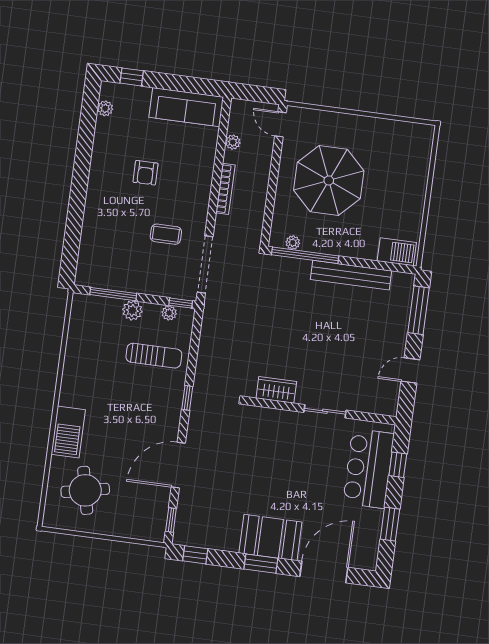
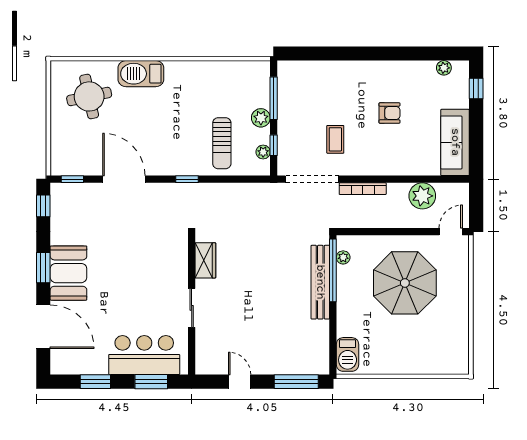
plant: (233, 142) -> (422, 196), width x1.88, depth x1.88
armchair: (145, 173) -> (389, 113), turned 180
bookcase: (225, 189) -> (363, 189), moved
bench: (351, 275) -> (320, 282), moved
window: (181, 303) -> (274, 145), moved
window: (398, 465) -> (151, 382), width x1.50

